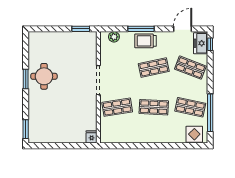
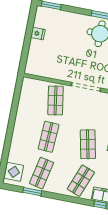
window: (210, 113) -> (32, 192), width x0.47
fridge: (92, 137) -> (38, 34), moved

